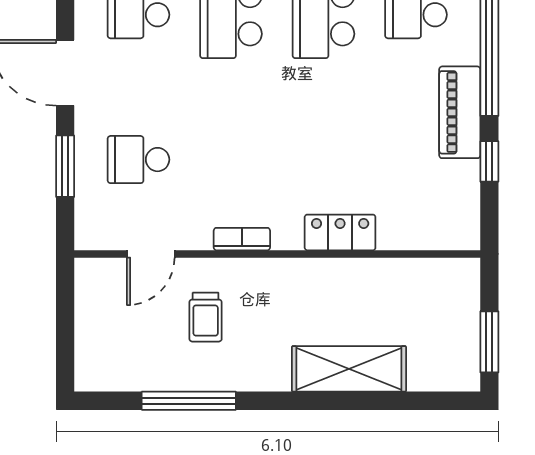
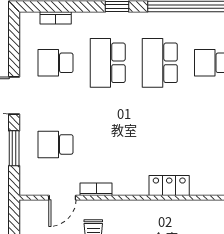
bookcase: (242, 239) -> (96, 189), moved

